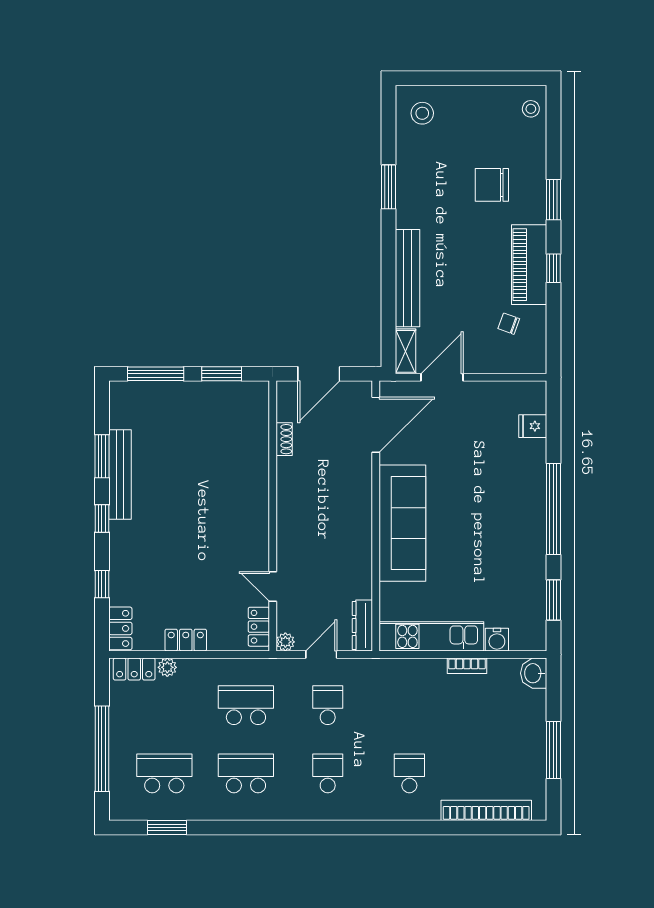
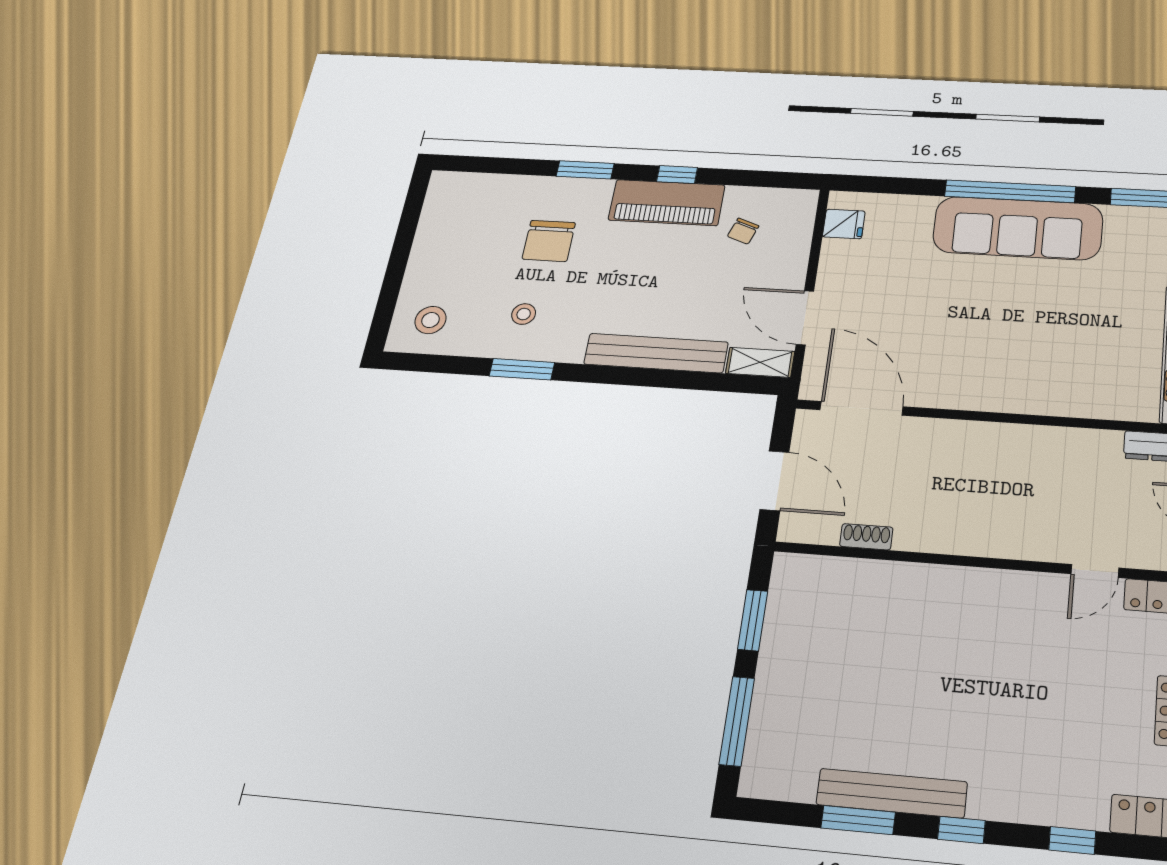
stool: (531, 109) -> (524, 314), moved
fridge: (533, 426) -> (844, 224), moved, turned -90
sofa: (402, 523) -> (1018, 228), moved, turned 180

